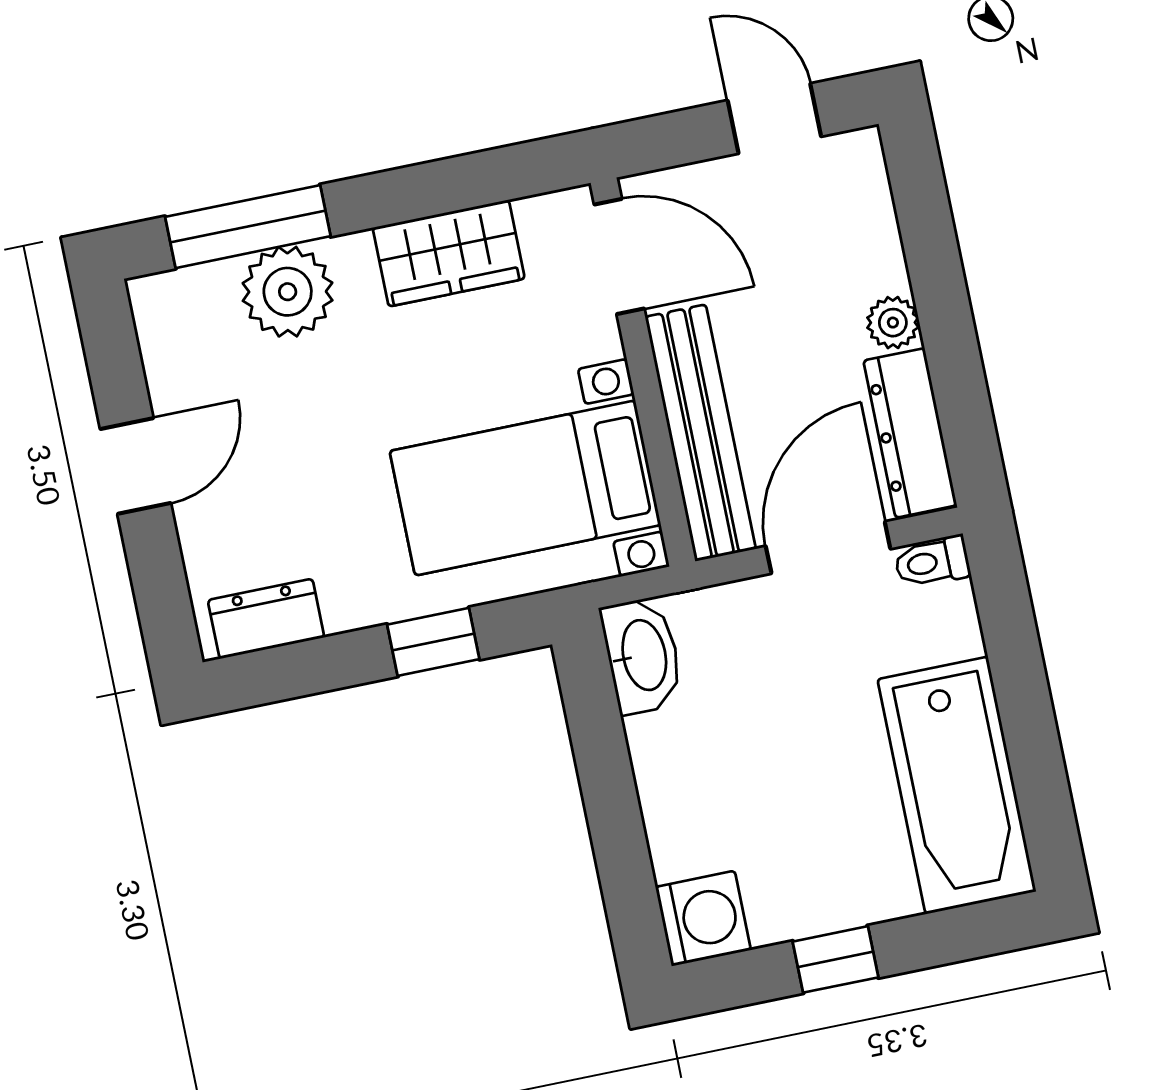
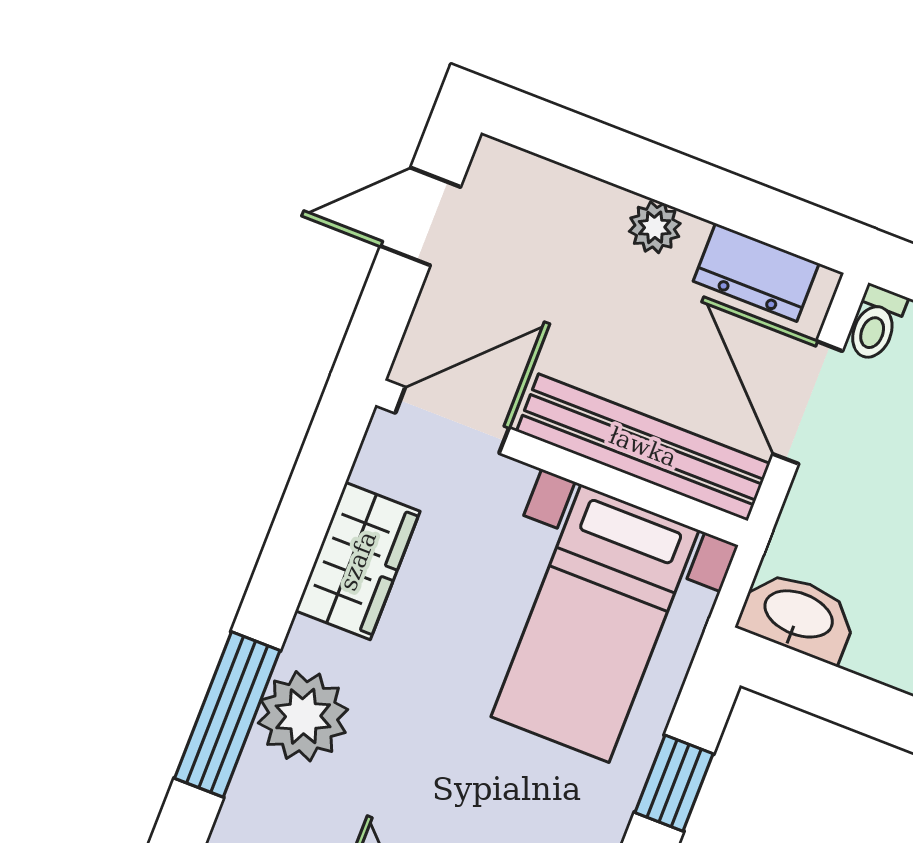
dresser: (910, 433) -> (756, 272), width x0.70

